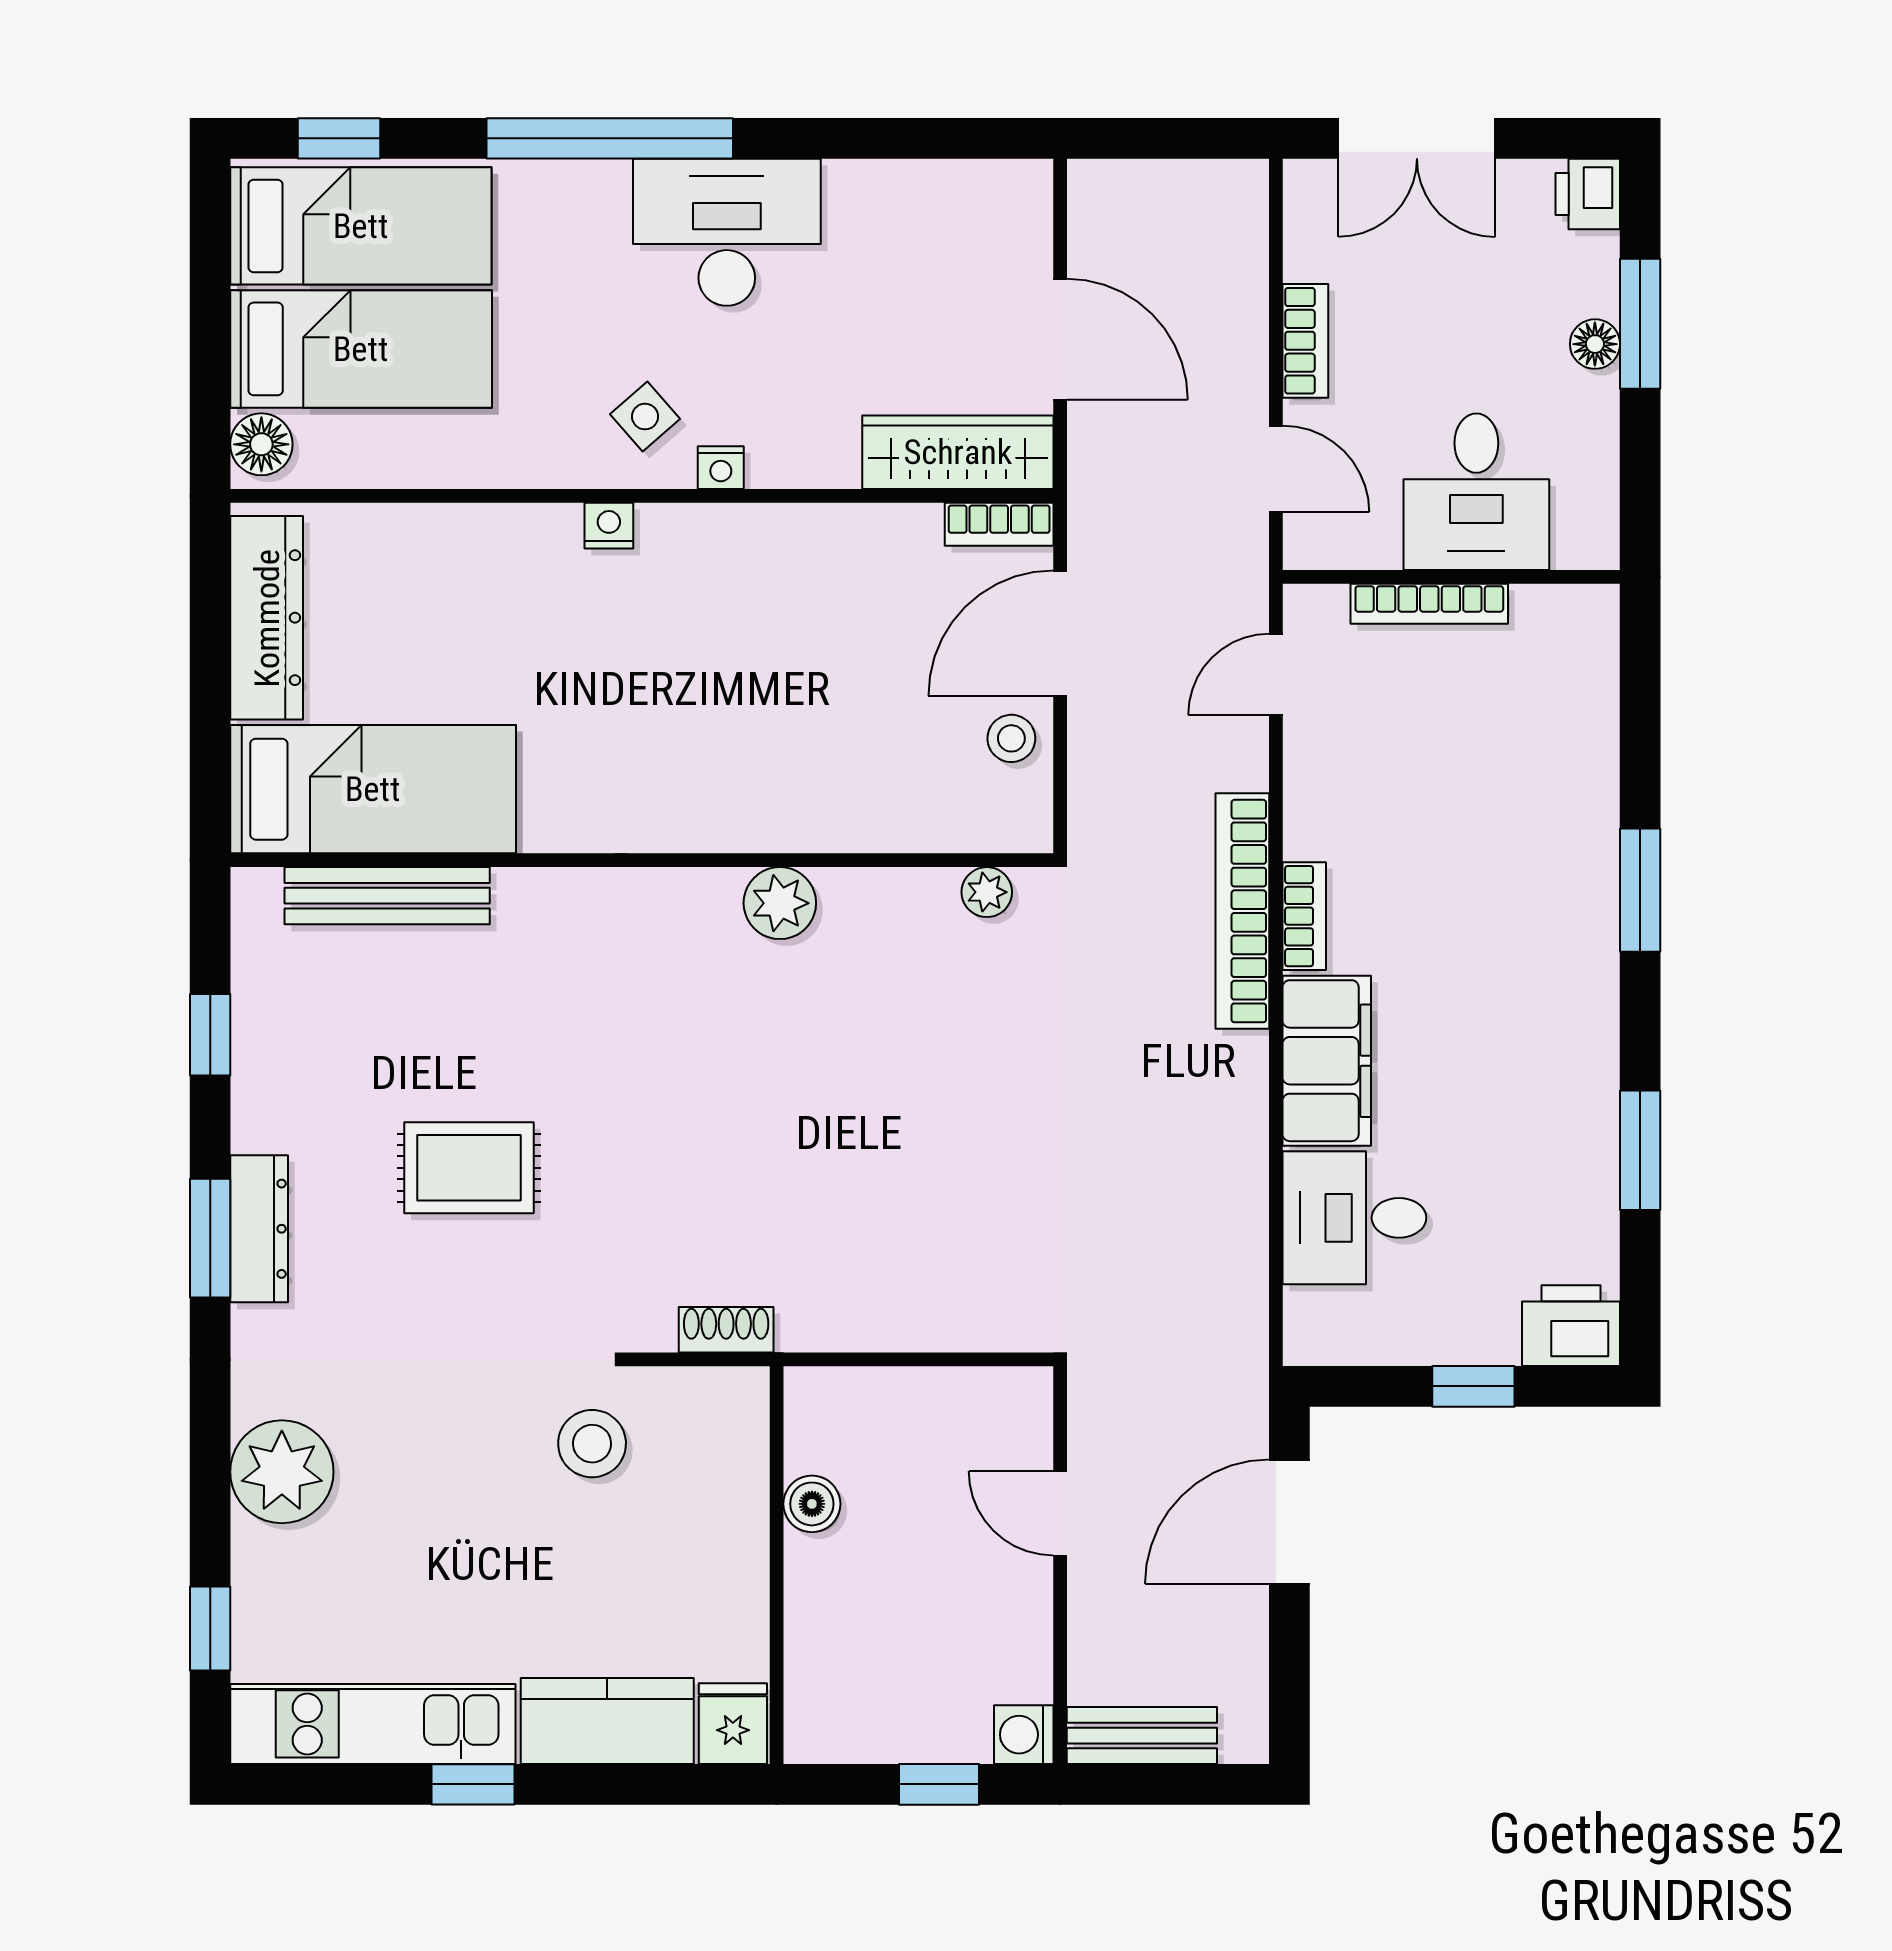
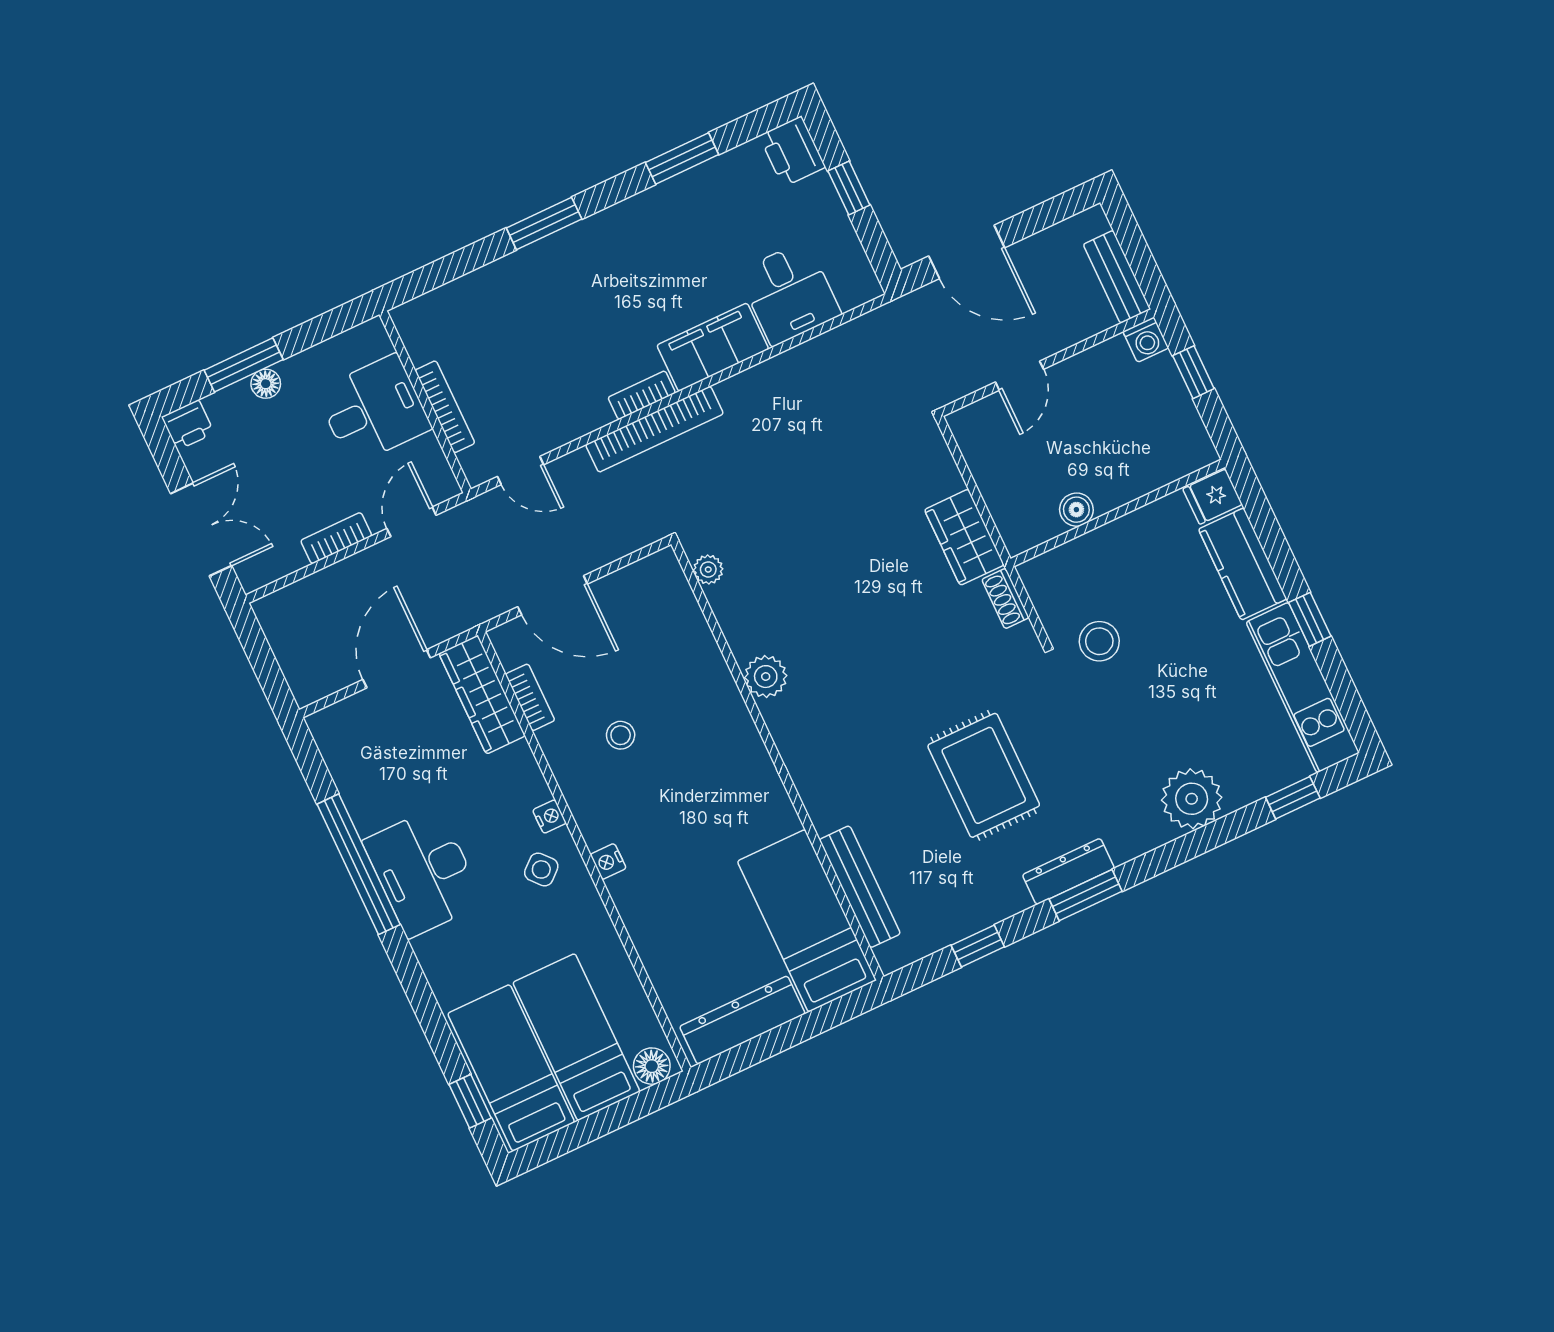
window: (610, 138) -> (359, 864), moved
bookcase: (999, 524) -> (530, 697), moved
stool: (1011, 738) -> (621, 735), moved
rug: (469, 1168) -> (984, 775), width x1.36, depth x1.43
wardrobe: (851, 1311) -> (964, 537), added

